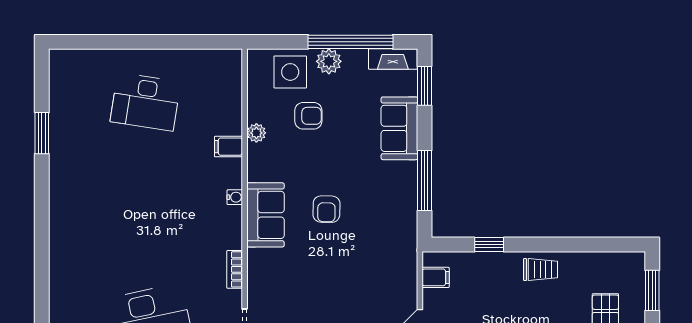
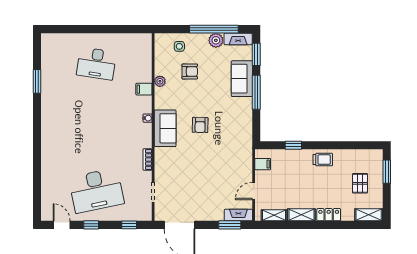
plant: (329, 61) -> (216, 40), moved
side table: (290, 72) -> (179, 46), width x0.54, depth x0.54
window: (424, 181) -> (256, 92), moved

